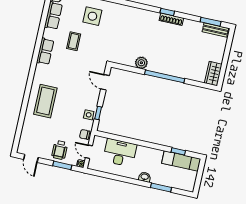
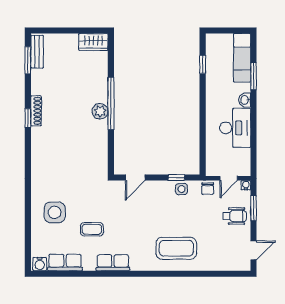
plant: (141, 63) -> (100, 111), moved
desk: (120, 153) -> (235, 128), moved, turned 180
exam couch: (181, 161) -> (242, 58), moved, turned 180

